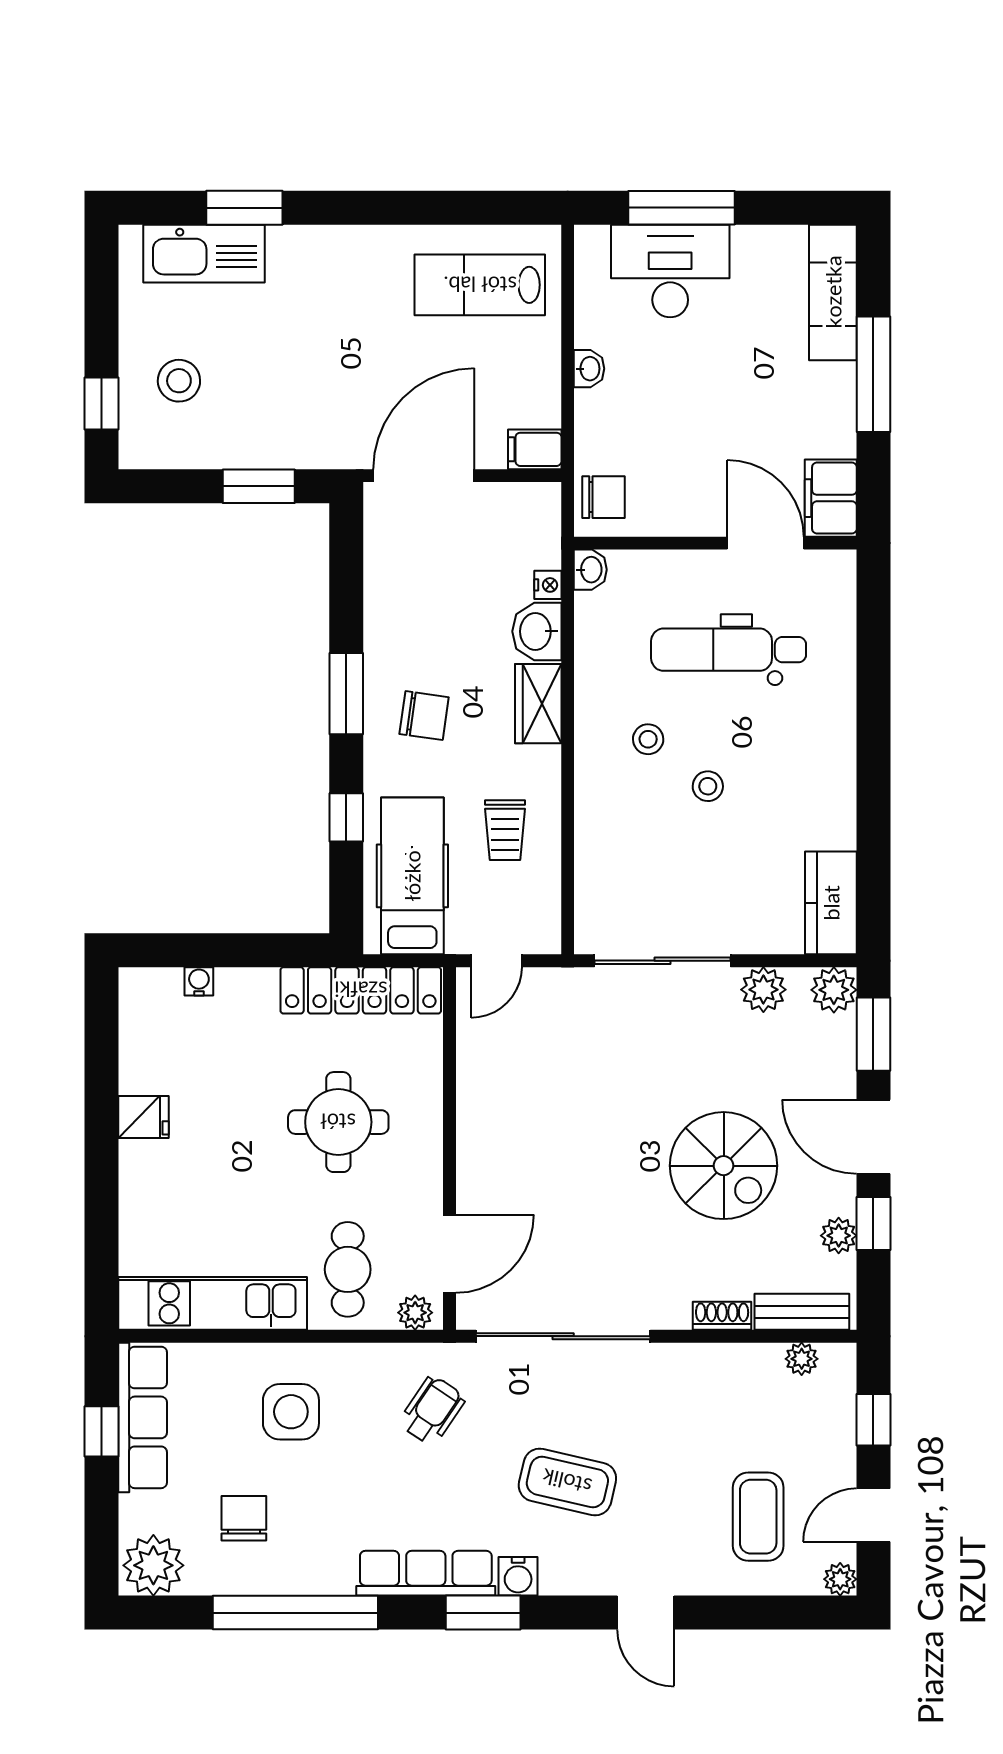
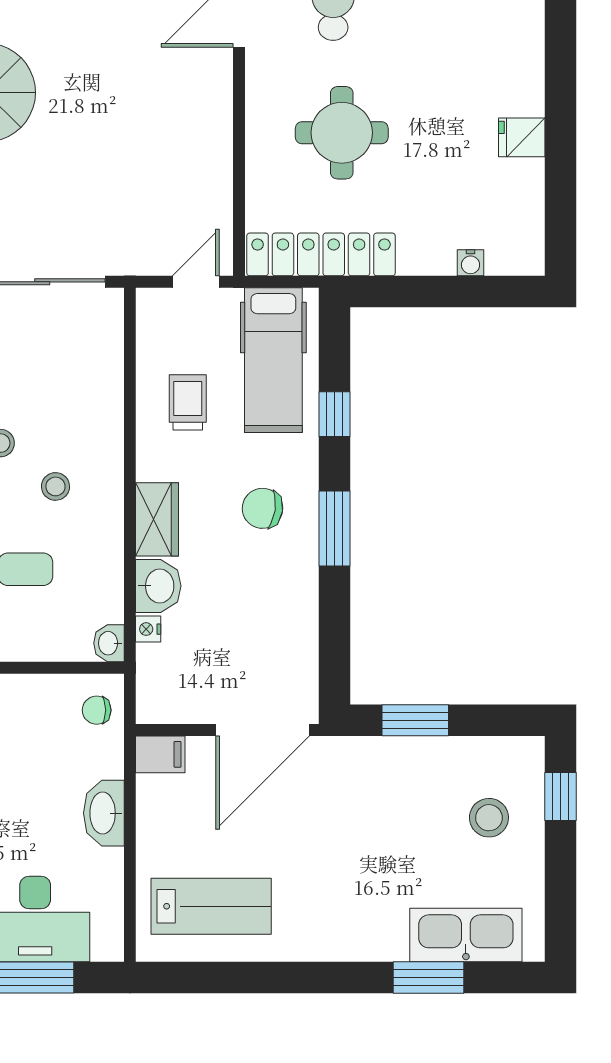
washbasin: (589, 369) -> (104, 813), width x1.91, depth x1.45
chair: (604, 497) -> (97, 710), width x0.73, depth x0.73

